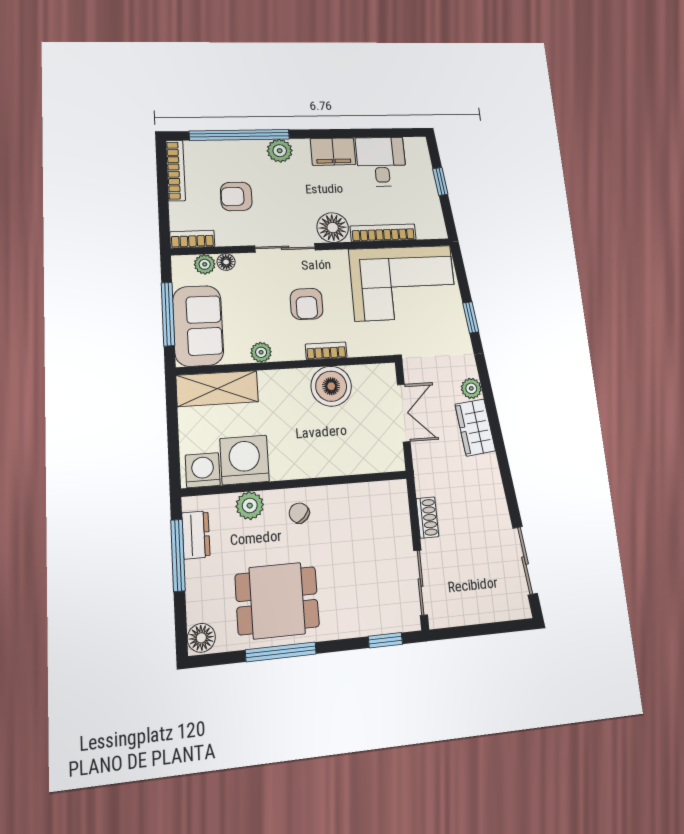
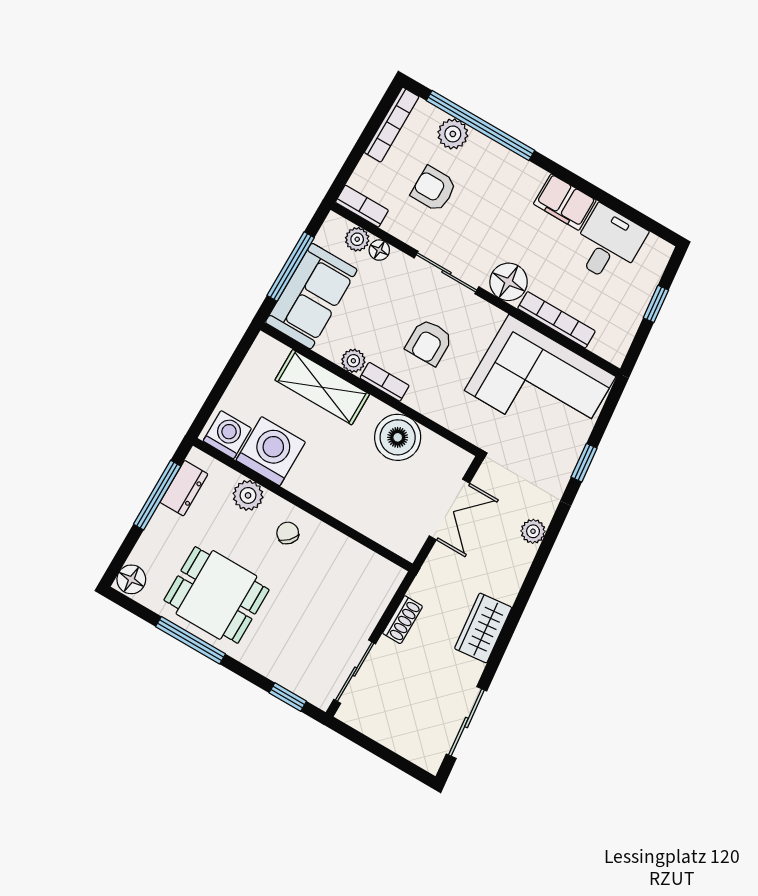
plant: (280, 151) -> (453, 134), moved
bookcase: (326, 351) -> (385, 382), moved
shelving: (217, 389) -> (322, 387), moved
wardrobe: (475, 427) -> (483, 628), moved

